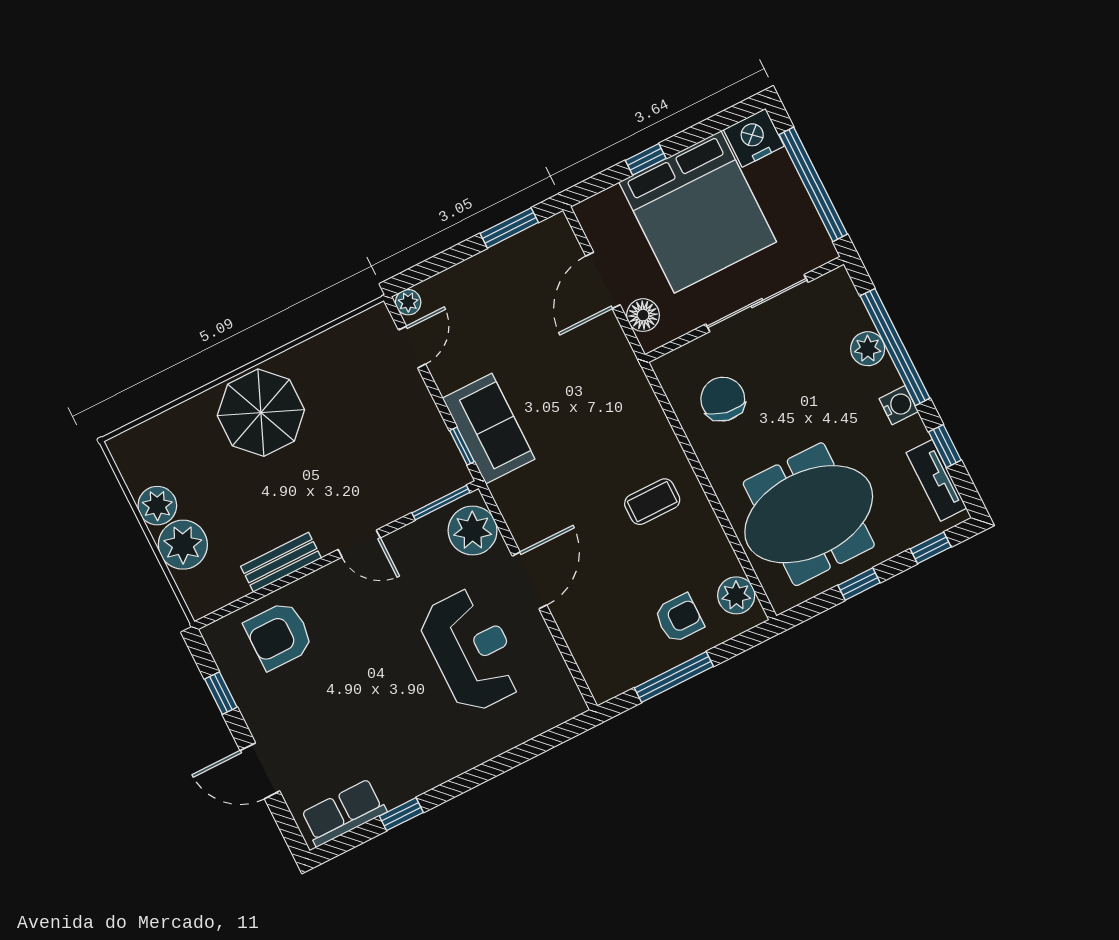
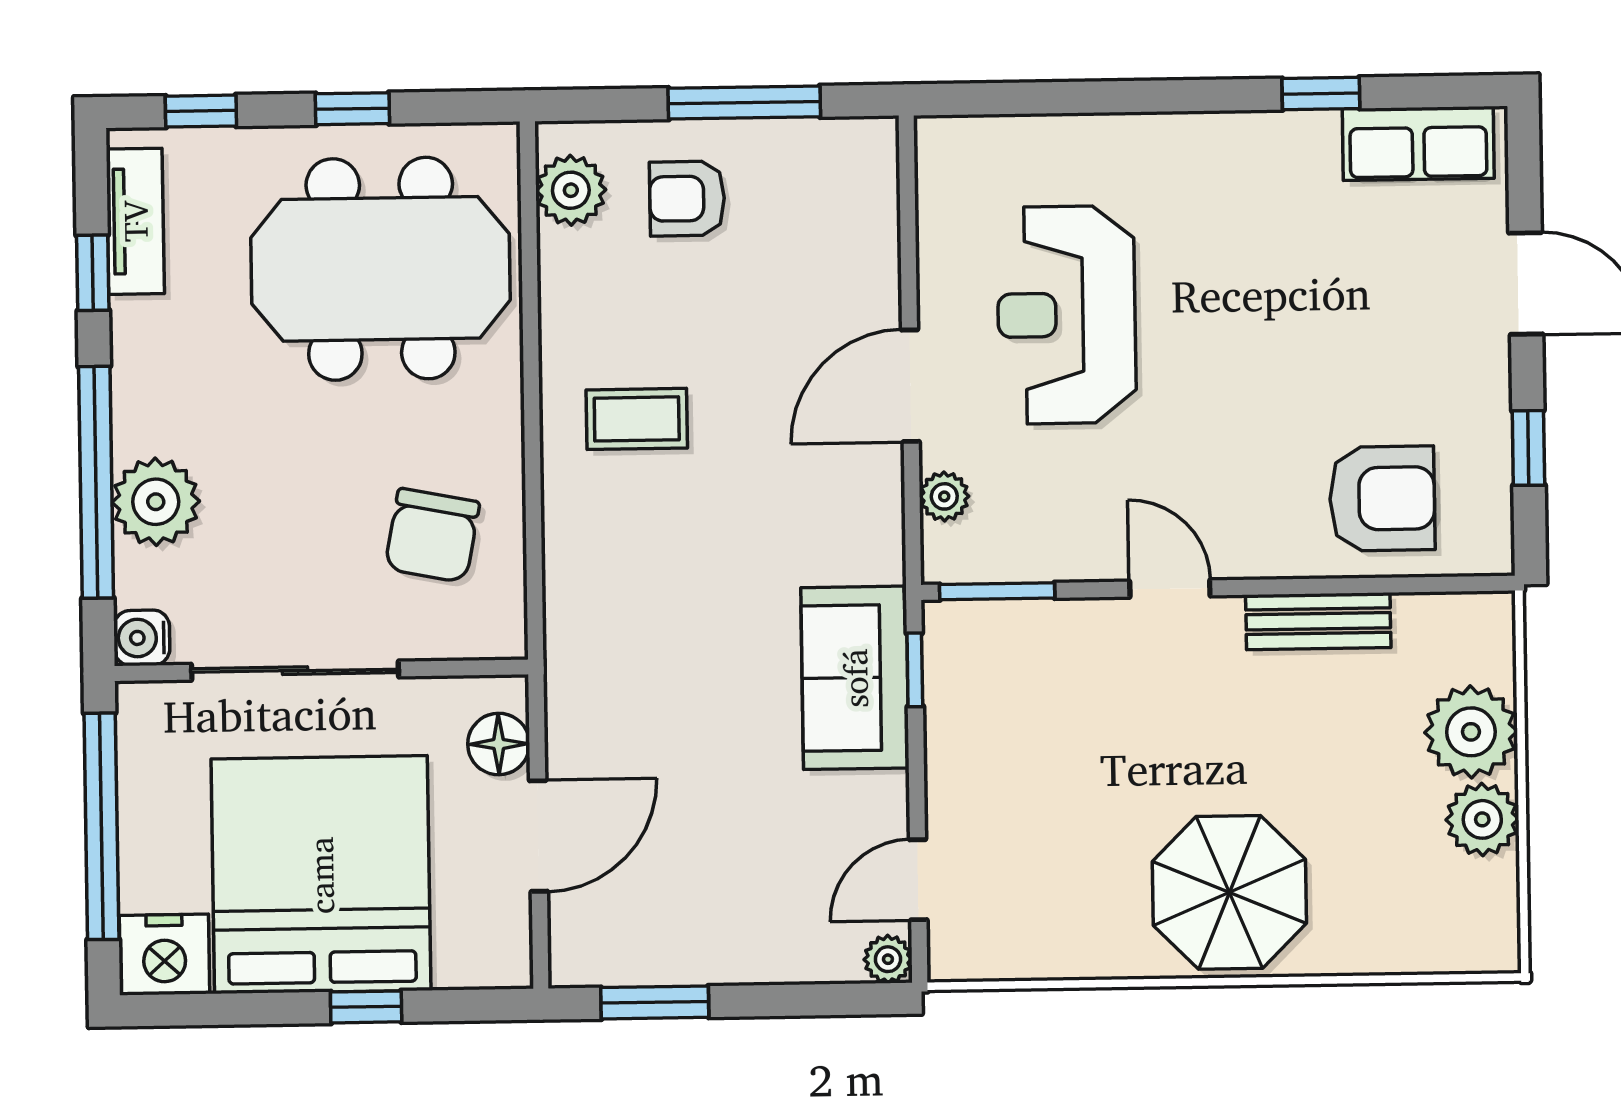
plant: (868, 349) -> (156, 502), width x1.36, depth x1.36
water cooler: (899, 405) -> (142, 638), moved
plant: (473, 530) -> (944, 496), width x0.53, depth x0.53

